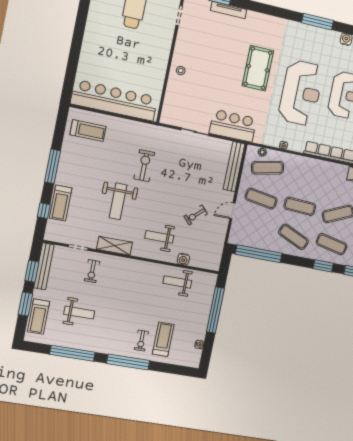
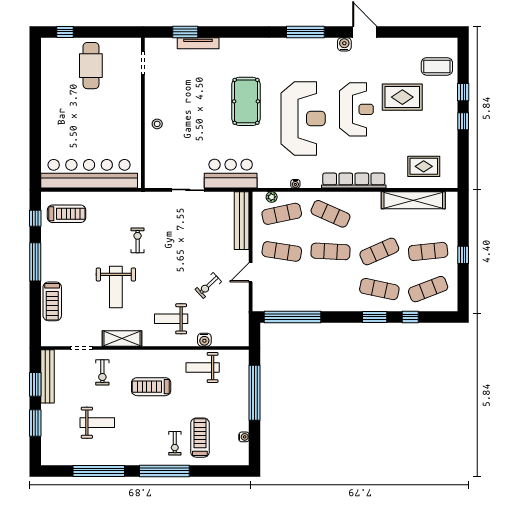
exercise bike: (144, 166) -> (138, 240), width x0.73, depth x0.72
window: (44, 211) -> (35, 218), moved
exercise mat: (293, 237) -> (331, 214), moved
treadmill: (38, 317) -> (151, 387), moved, turned 90

